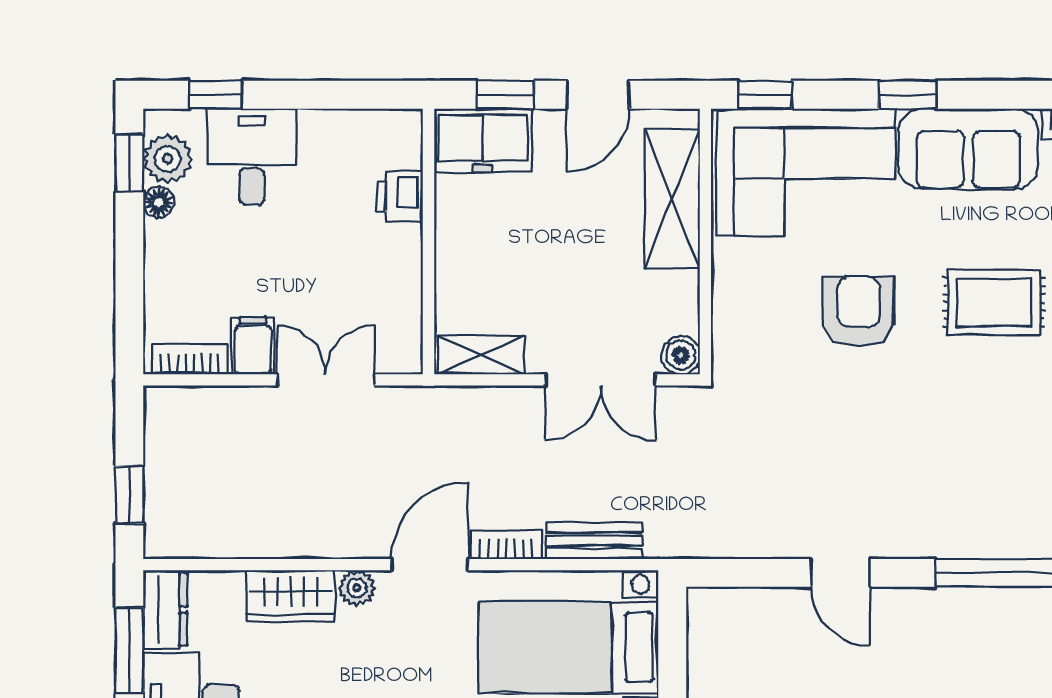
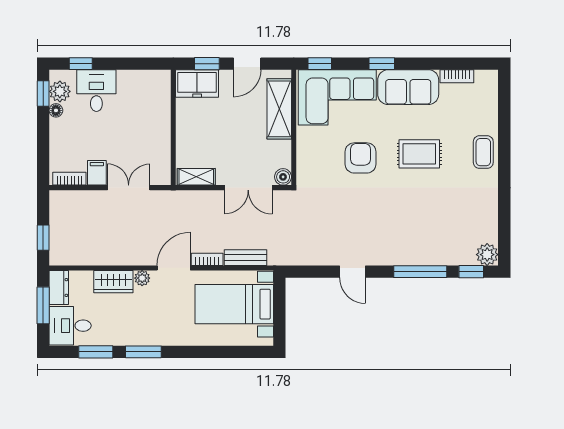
printer: (400, 196) -> (161, 108), removed

